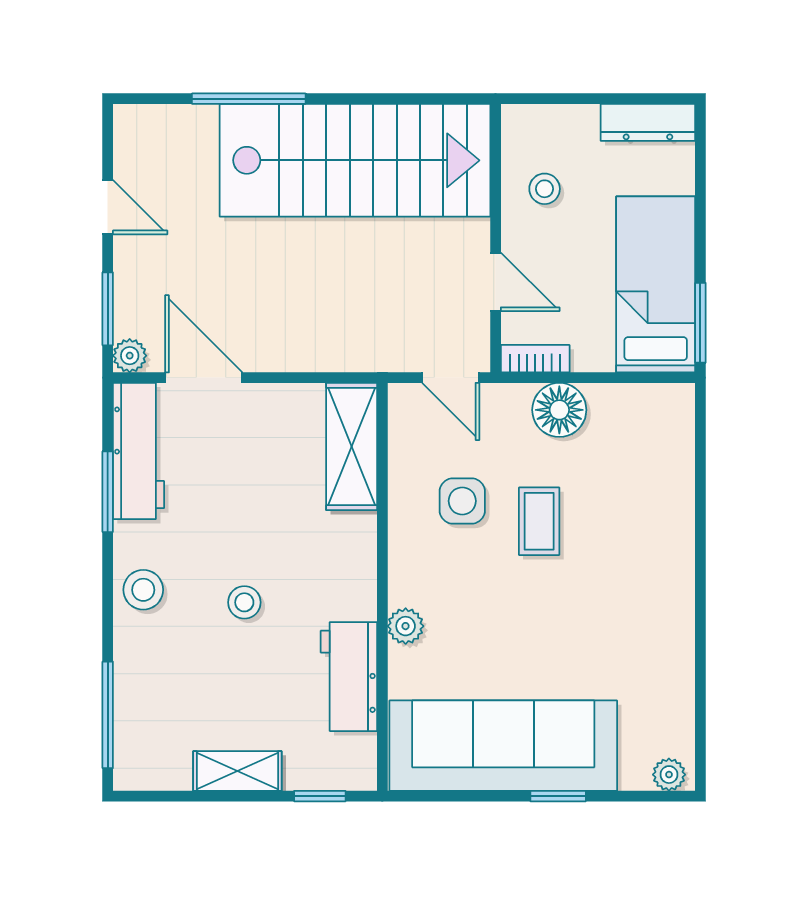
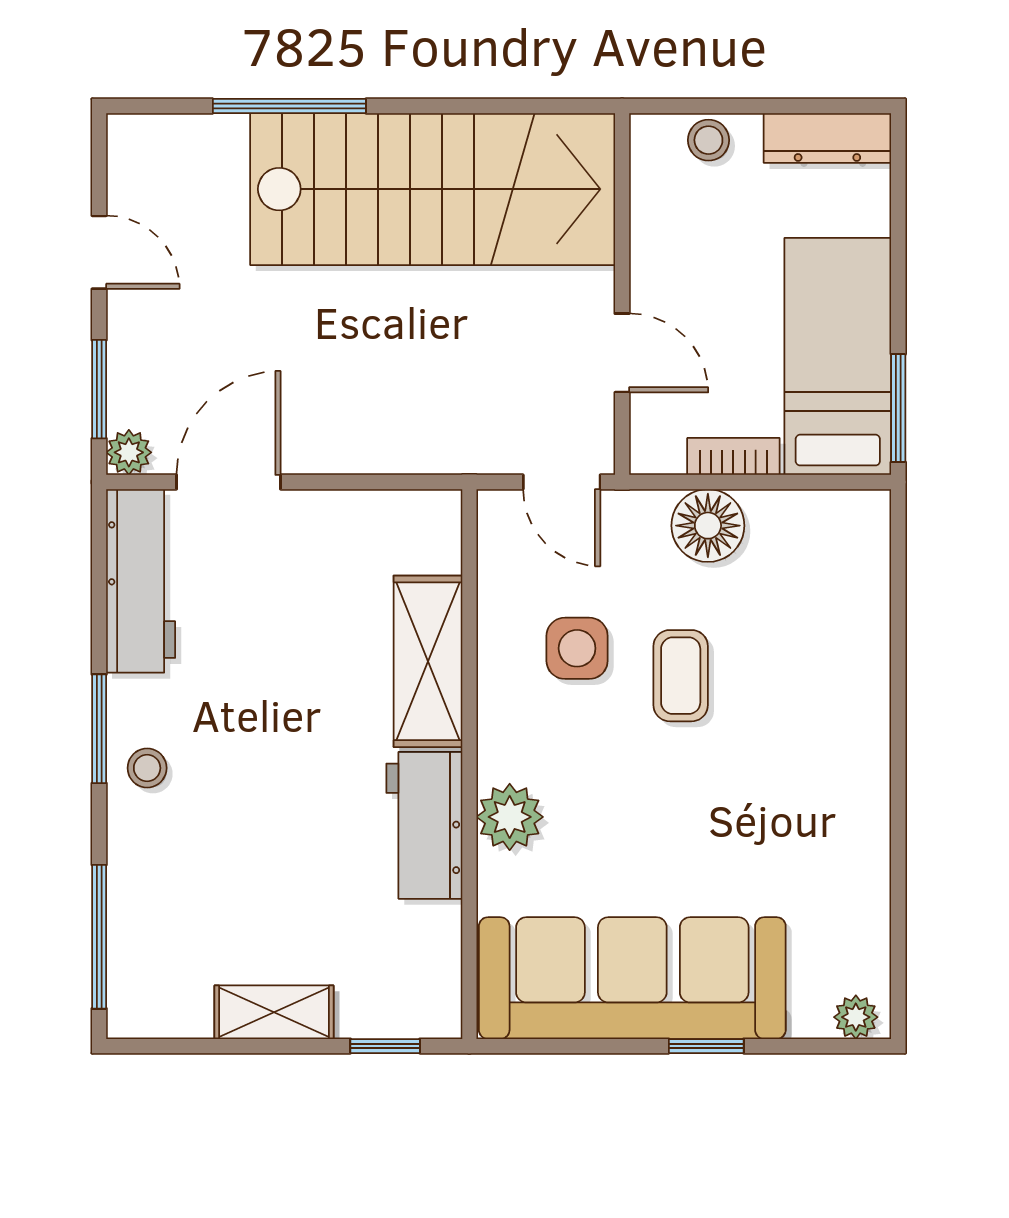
stool: (545, 189) -> (708, 140), moved
bookcase: (535, 359) -> (733, 456), moved
door: (204, 378) -> (229, 482), hinge flipped
shelving: (352, 446) -> (428, 661), moved
window: (108, 492) -> (99, 729), moved
stool: (143, 590) -> (147, 768), width x0.73, depth x0.73
stool: (244, 602) -> (283, 785), removed
plant: (406, 626) -> (510, 817), width x1.38, depth x1.38
workbench: (349, 677) -> (424, 825), moved

